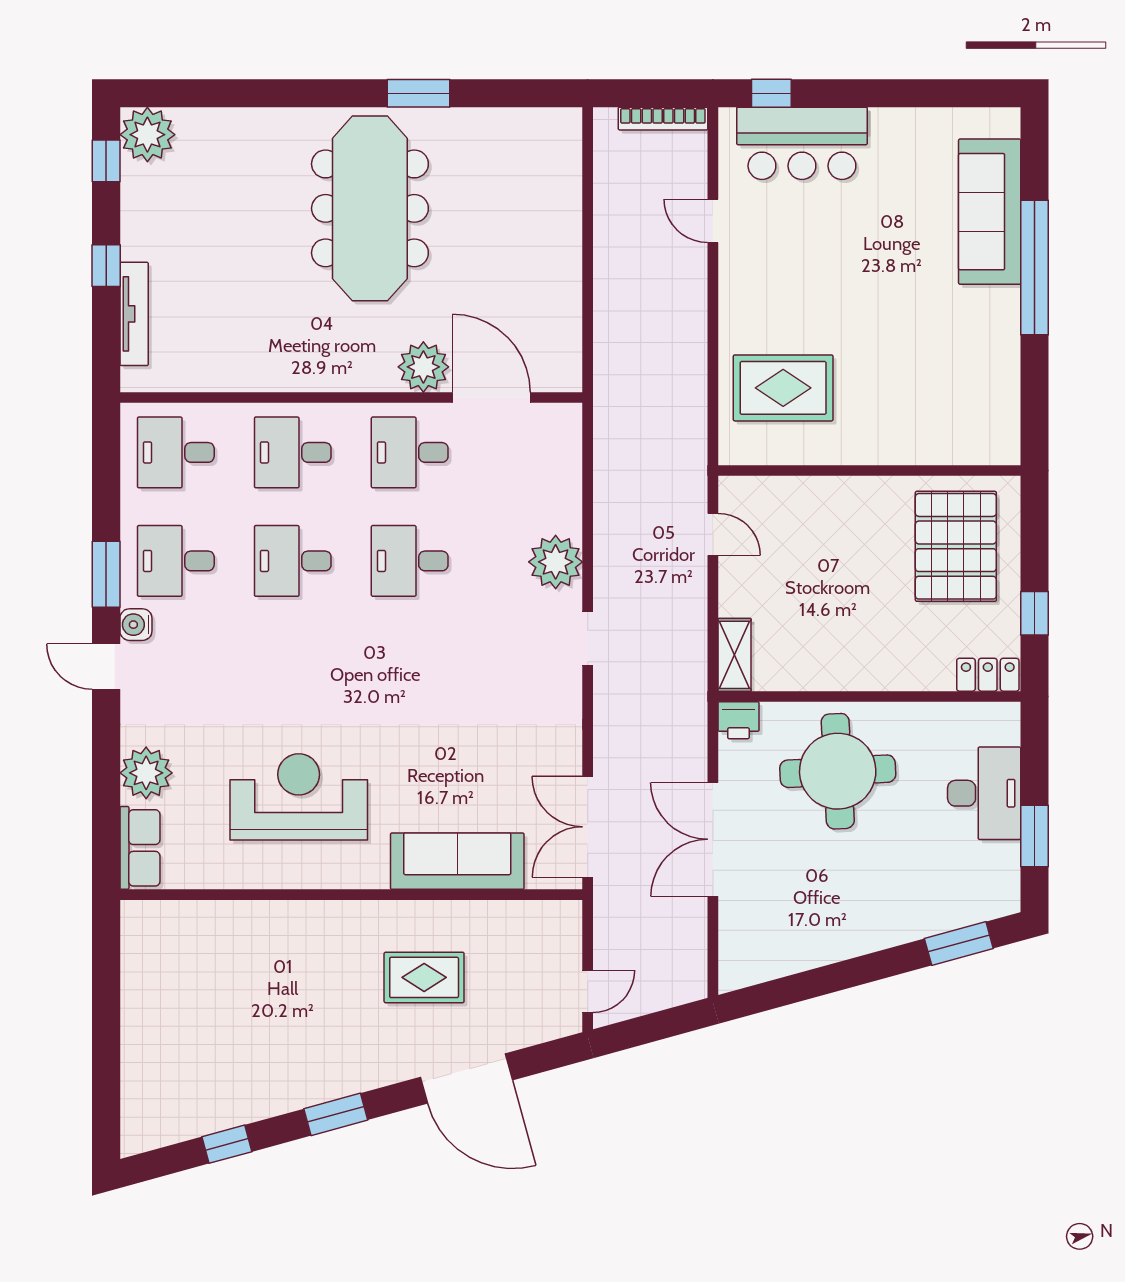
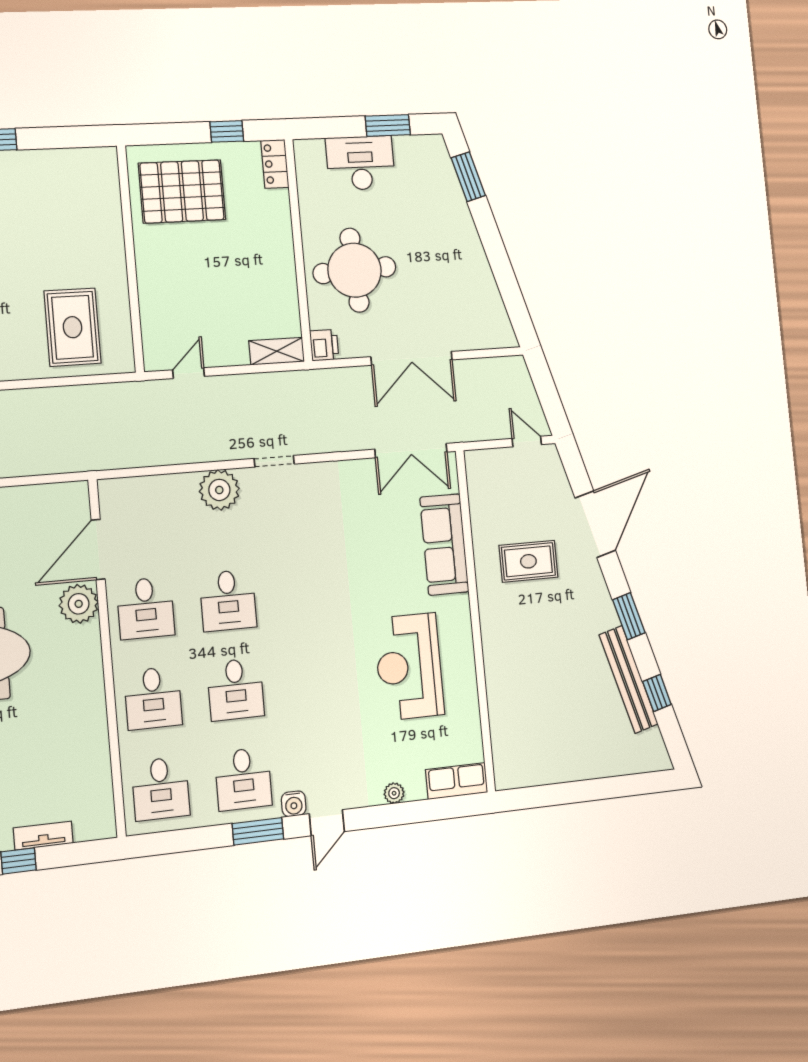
tv unit: (134, 314) -> (43, 836), width x0.71
plant: (146, 773) -> (394, 793), width x0.53, depth x0.53
rug: (424, 977) -> (528, 561), turned 90
bench: (250, 1105) -> (629, 679), added

